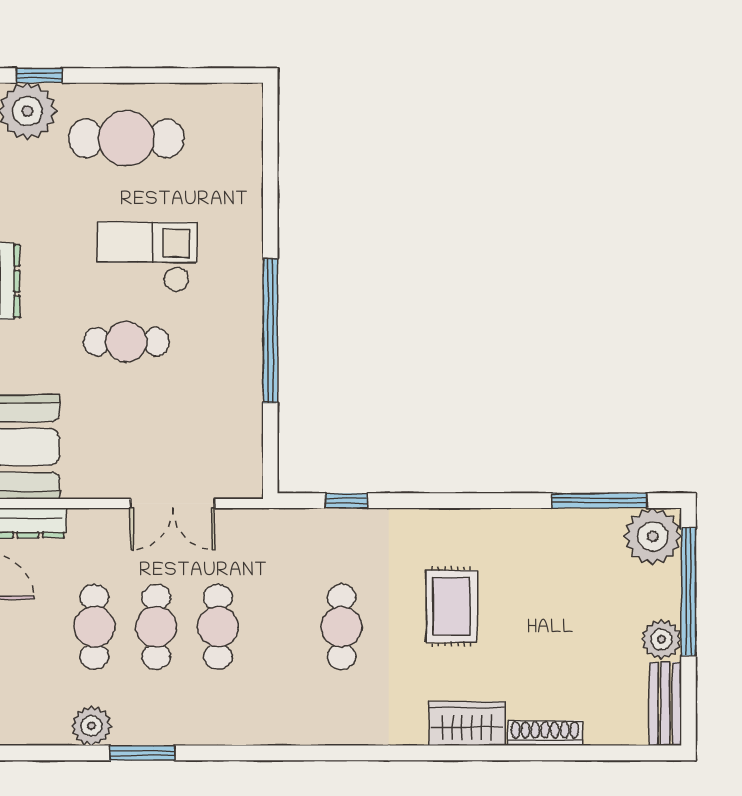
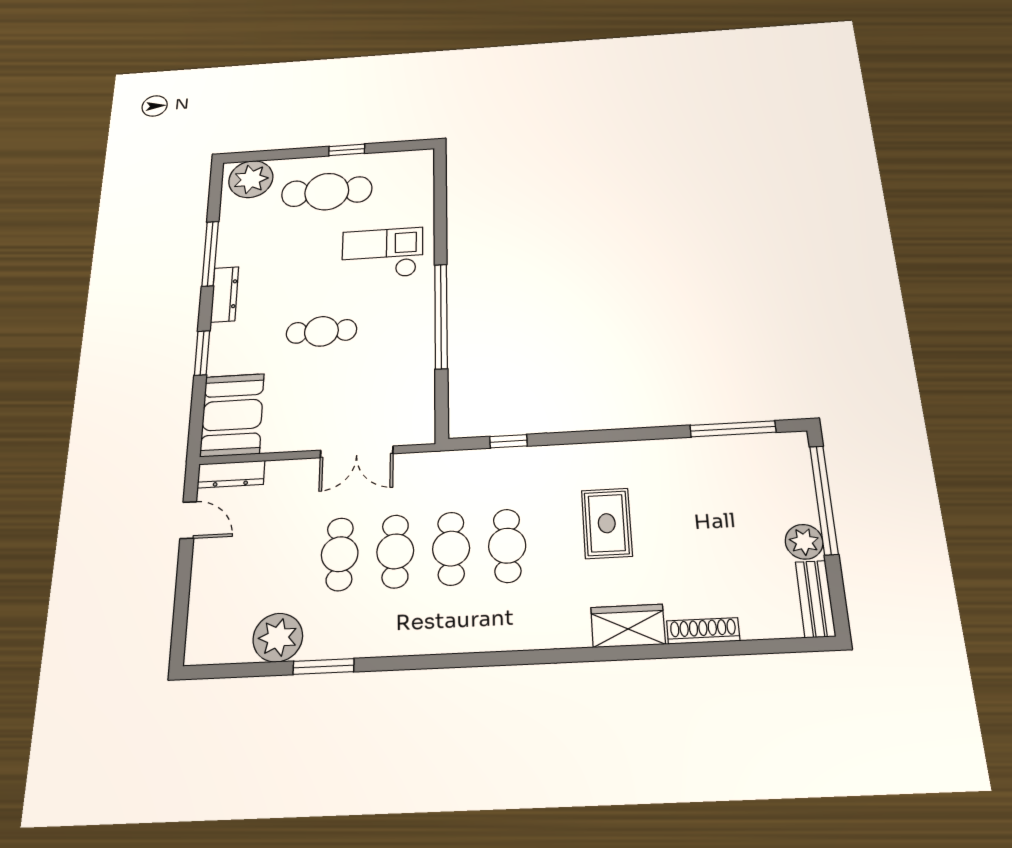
window: (39, 75) -> (347, 150), moved
checkout: (147, 257) -> (382, 253), moved
plant: (653, 536) -> (785, 455), removed
cafe table: (94, 627) -> (451, 549), moved
plant: (91, 726) -> (278, 638), width x1.36, depth x1.36

